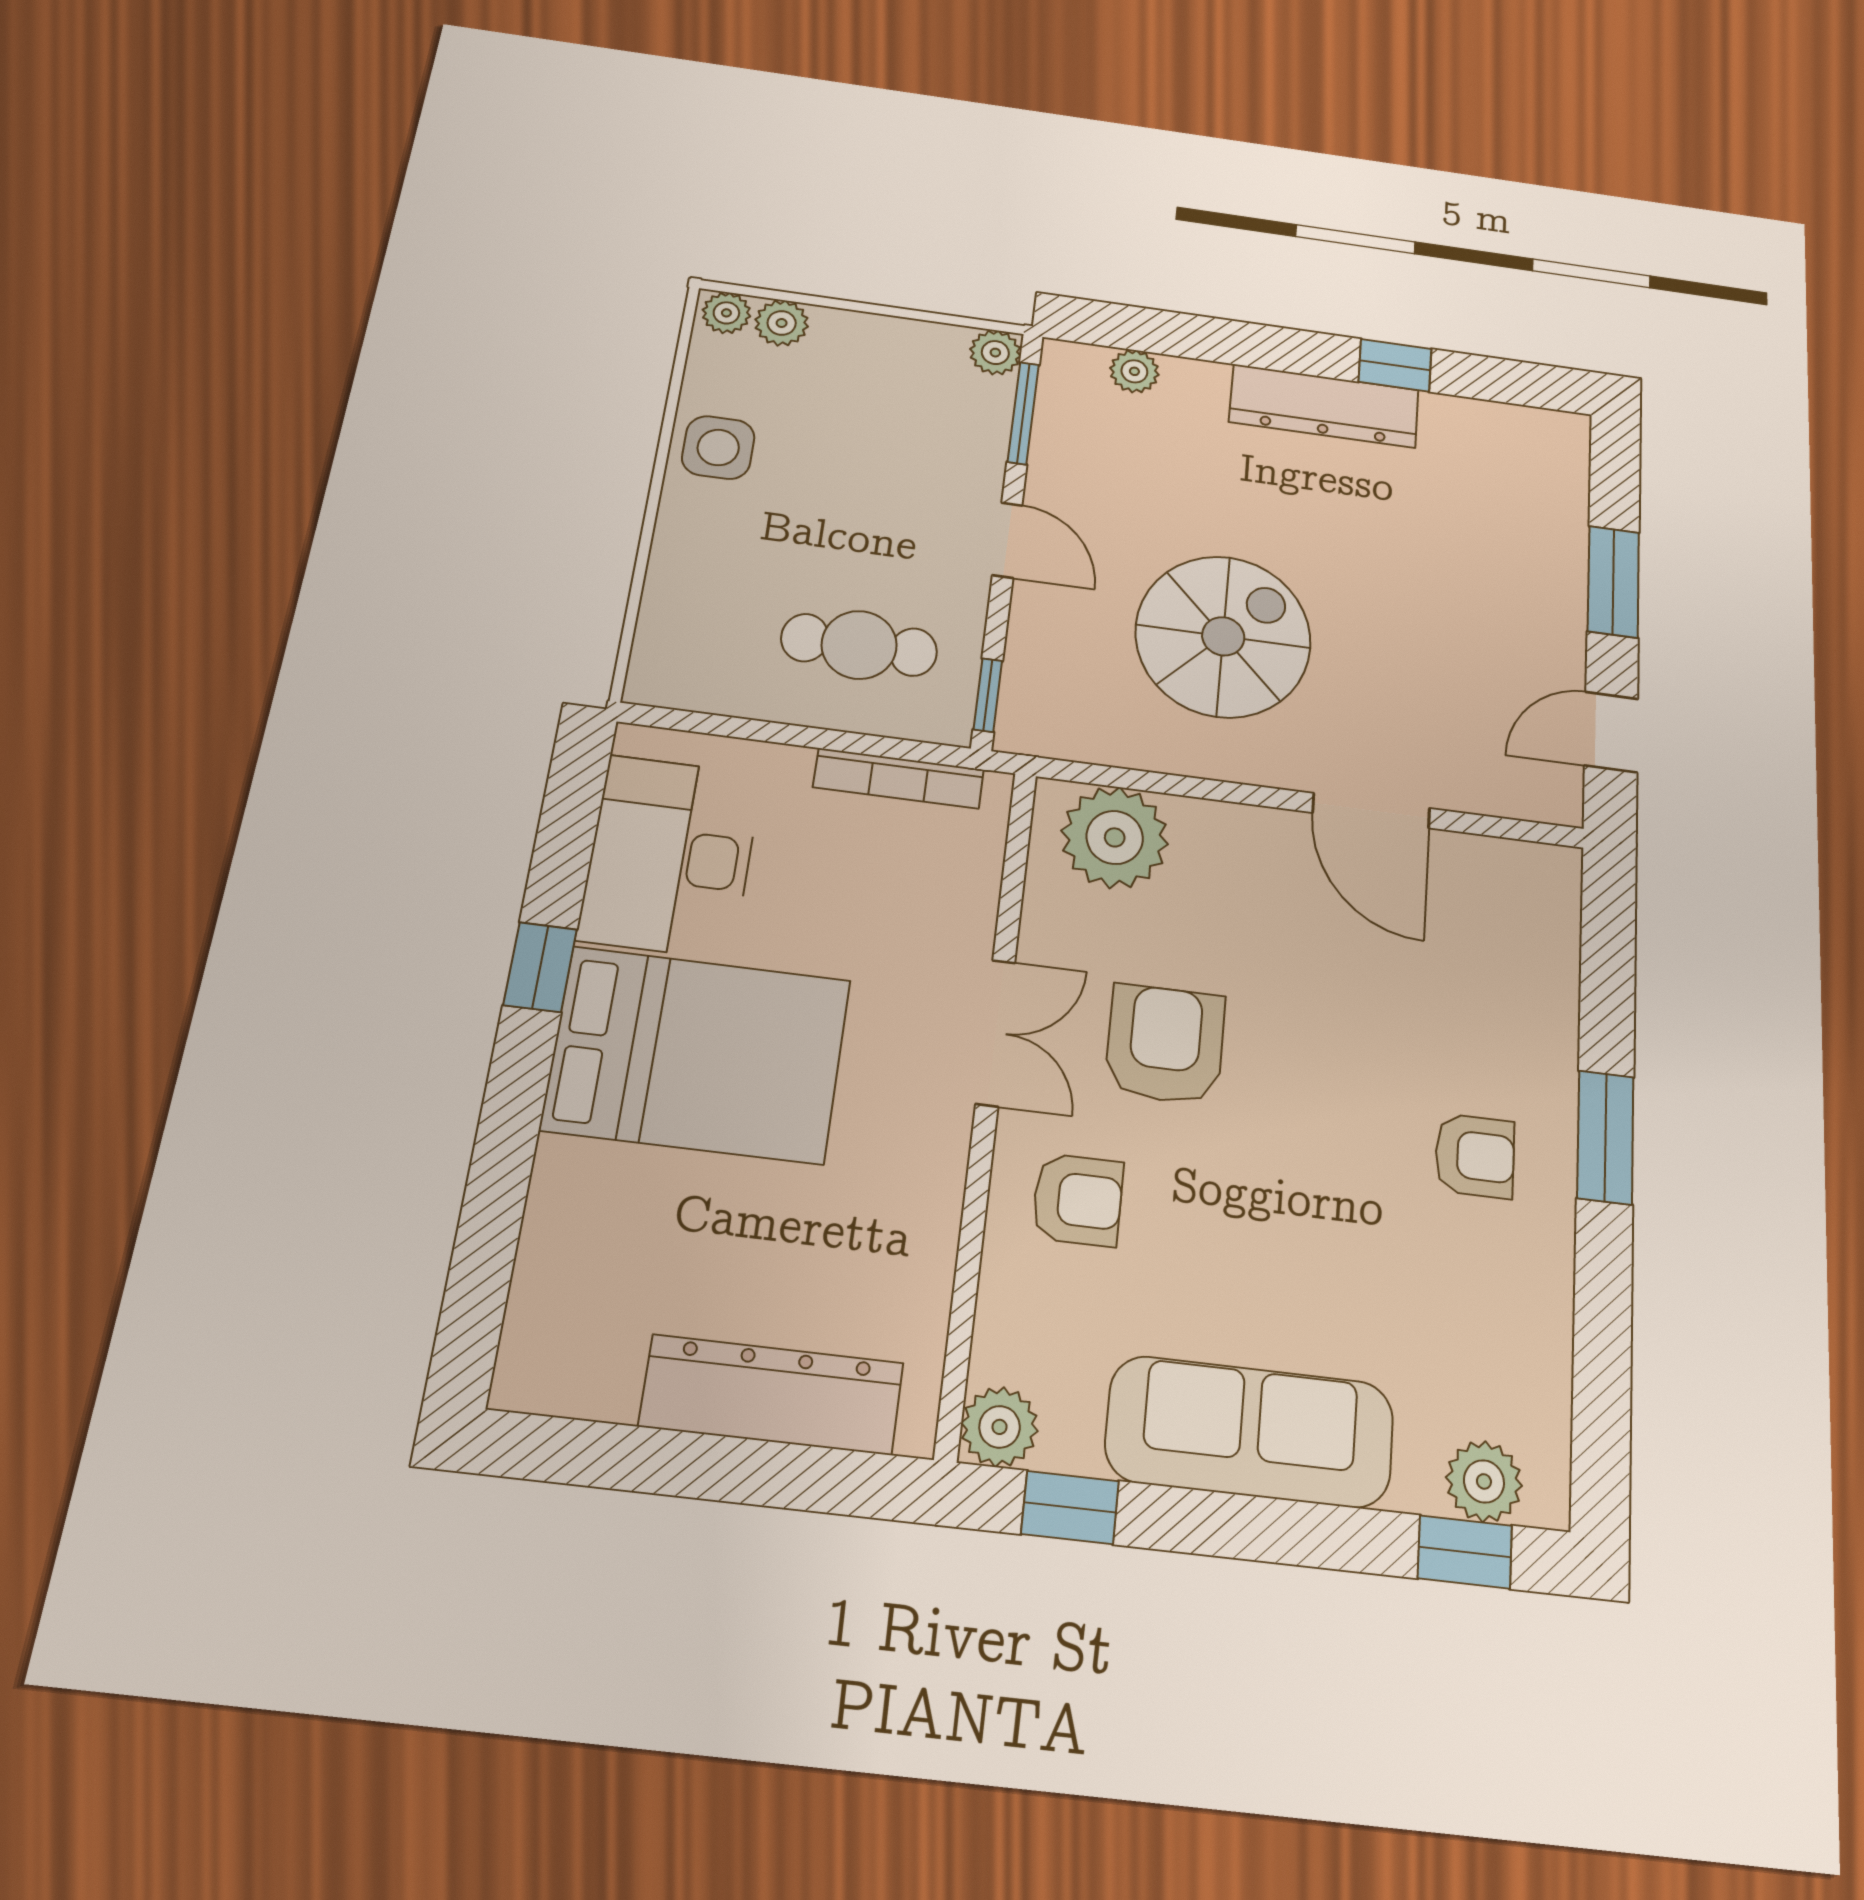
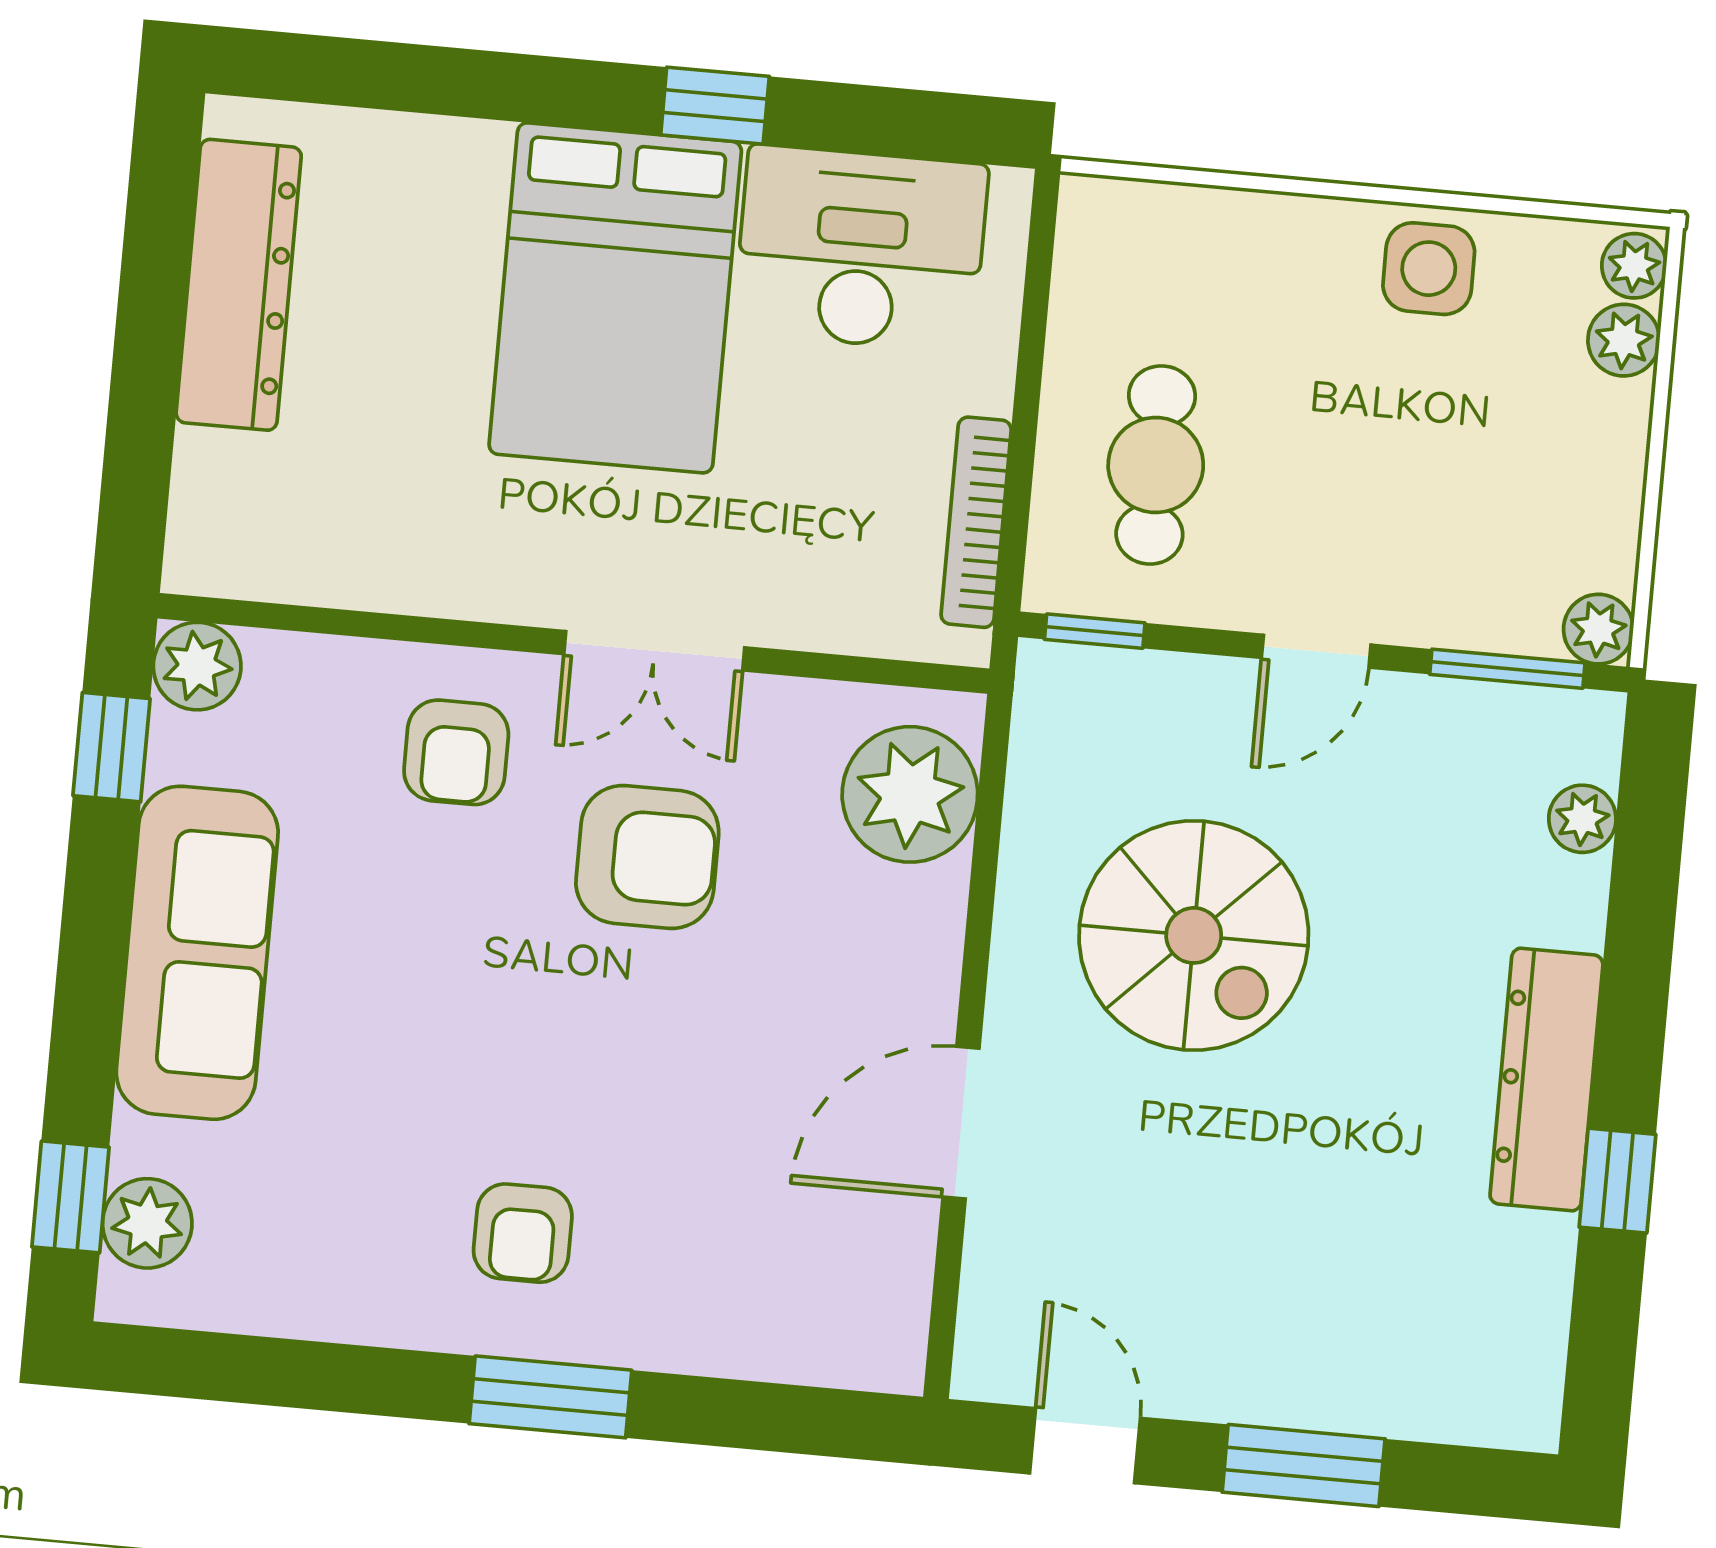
dresser: (772, 1395) -> (239, 285), moved

